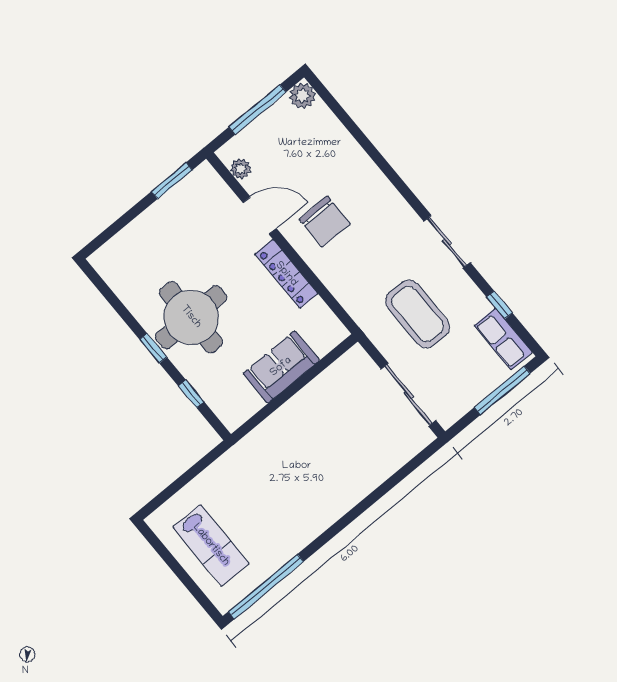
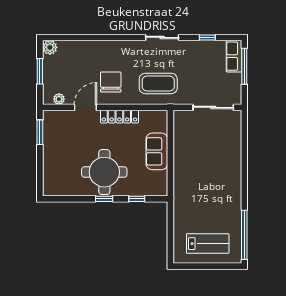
window: (257, 110) -> (40, 71), width x0.69
chair: (325, 222) -> (111, 82), turned -90
coffee table: (418, 314) -> (158, 83), moved
row of seats: (503, 339) -> (234, 56), moved, turned 90

